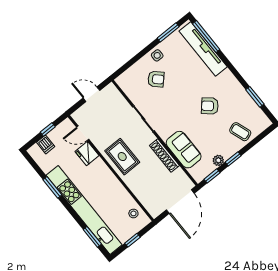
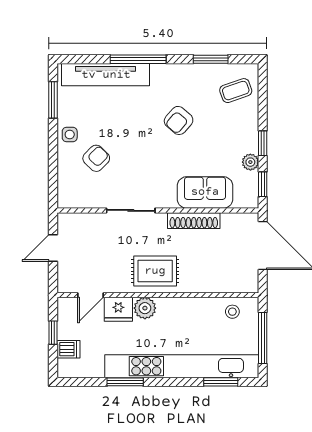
window: (206, 37) -> (138, 59), moved
coffee table: (240, 132) -> (236, 91), moved
plant: (99, 167) -> (145, 308), added
window: (132, 240) -> (263, 338), width x2.17

